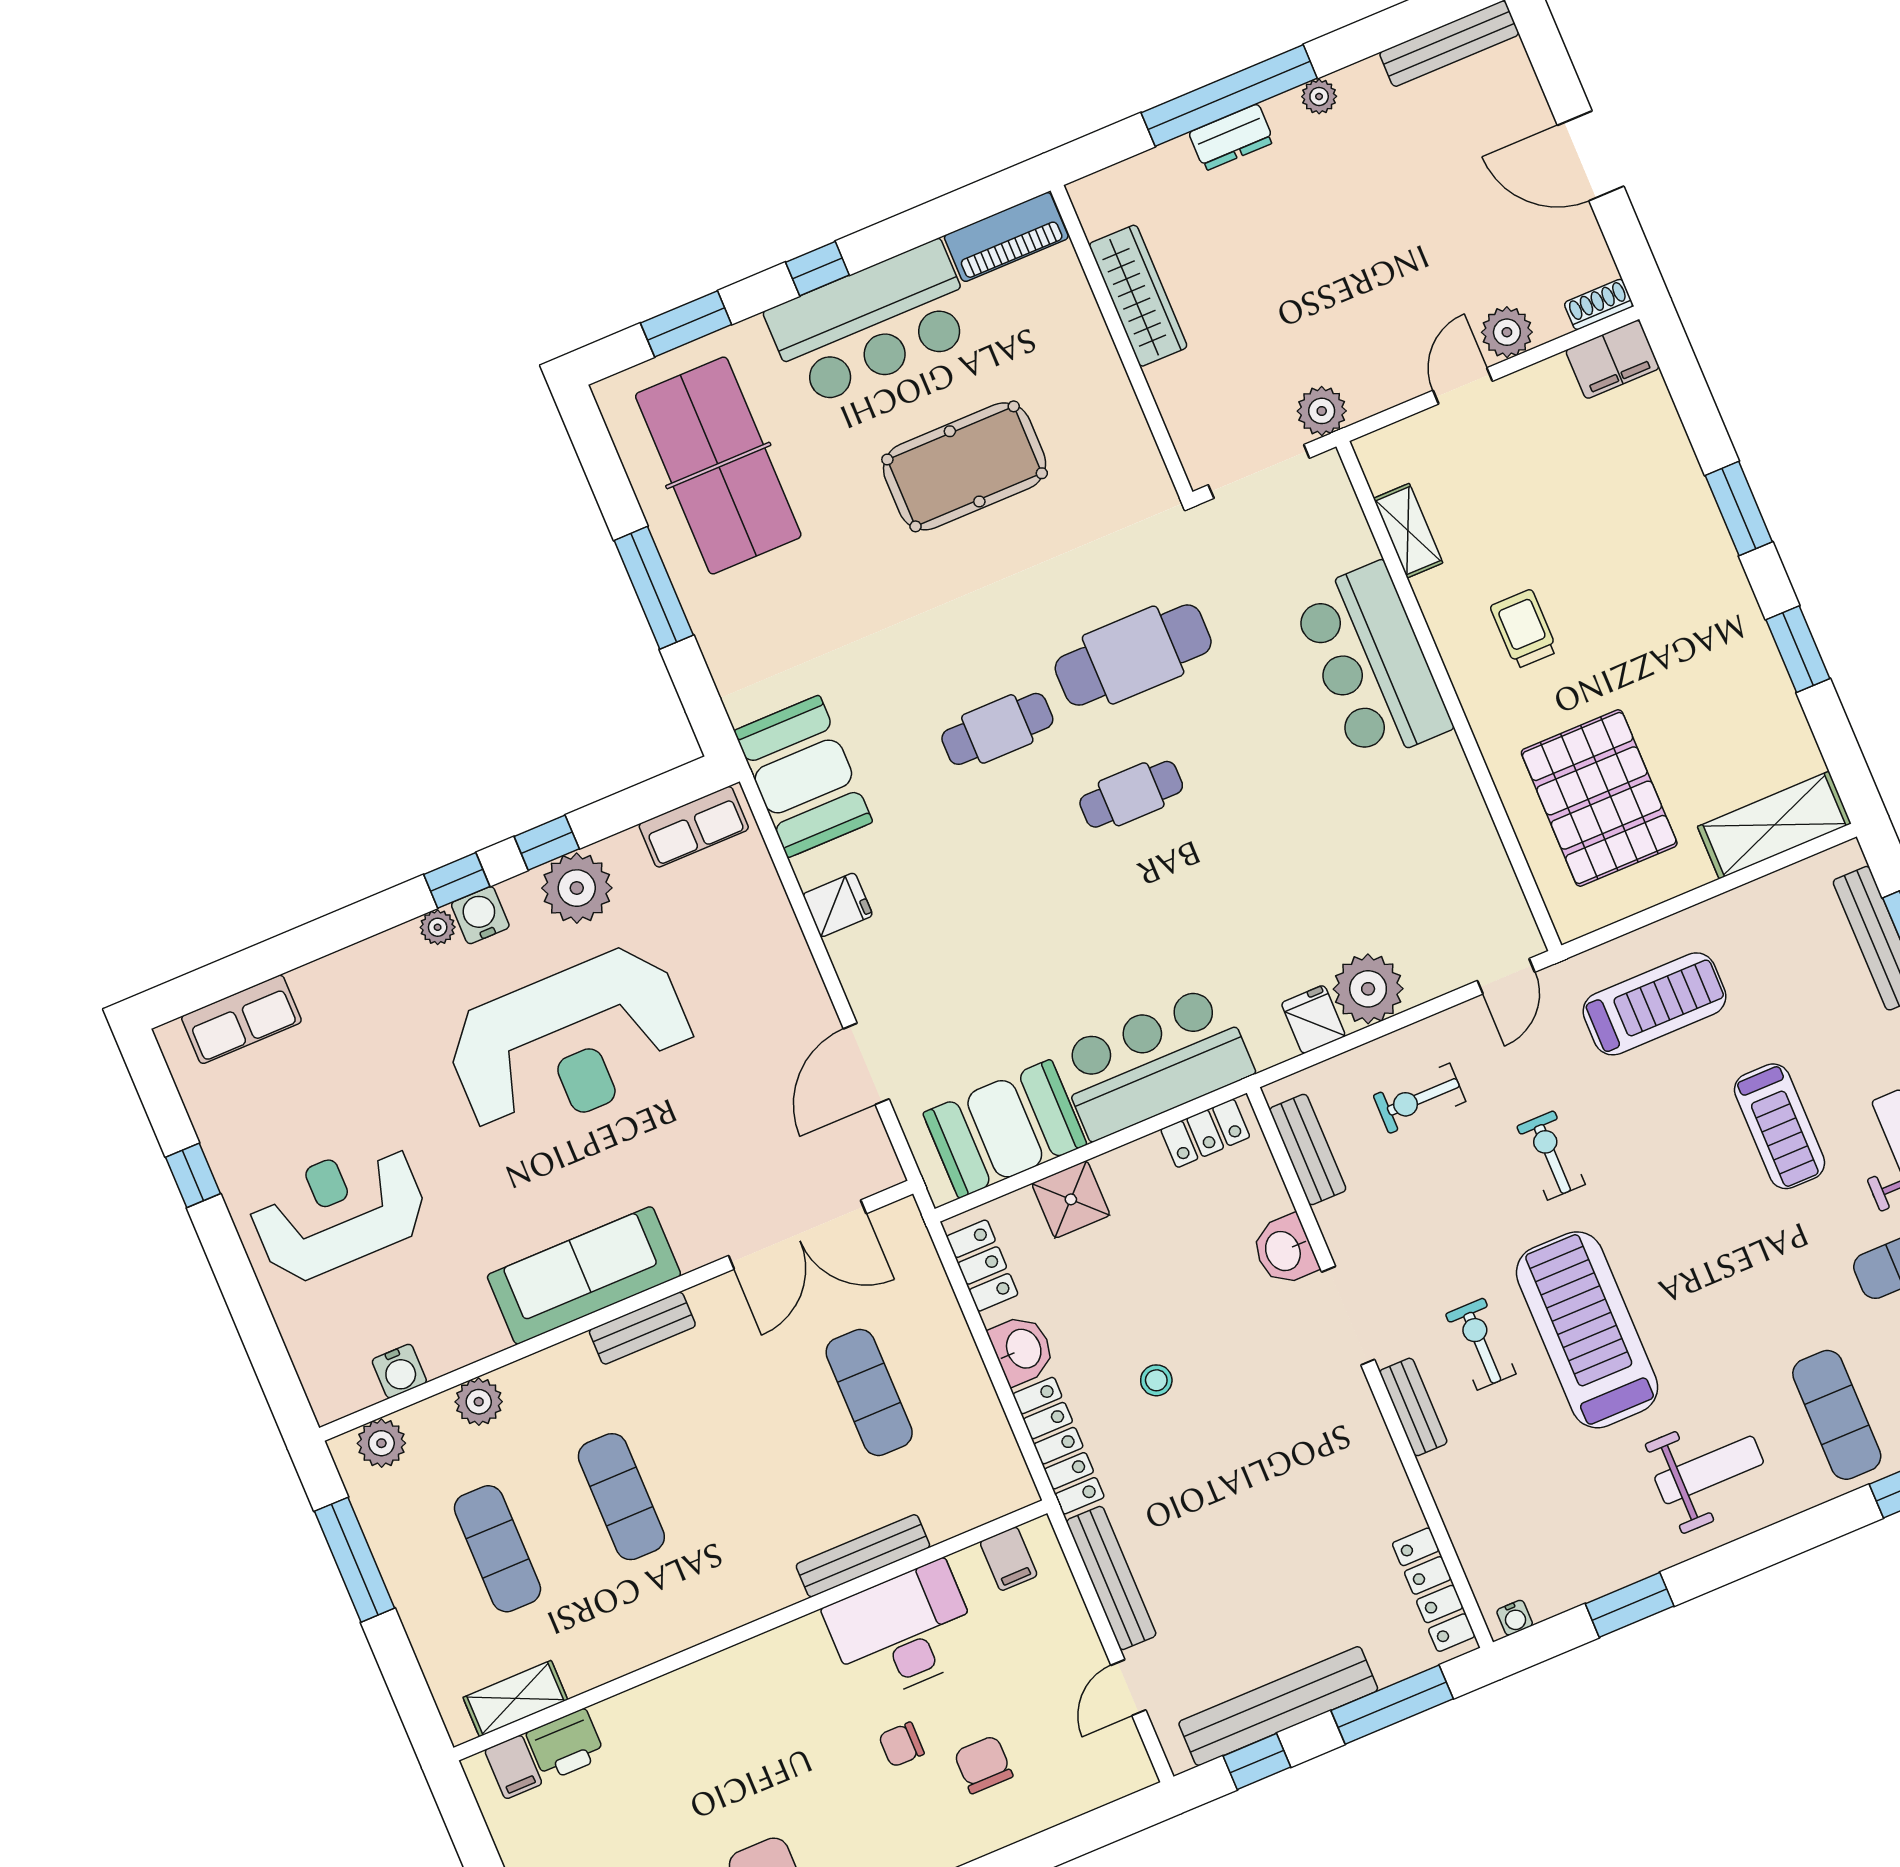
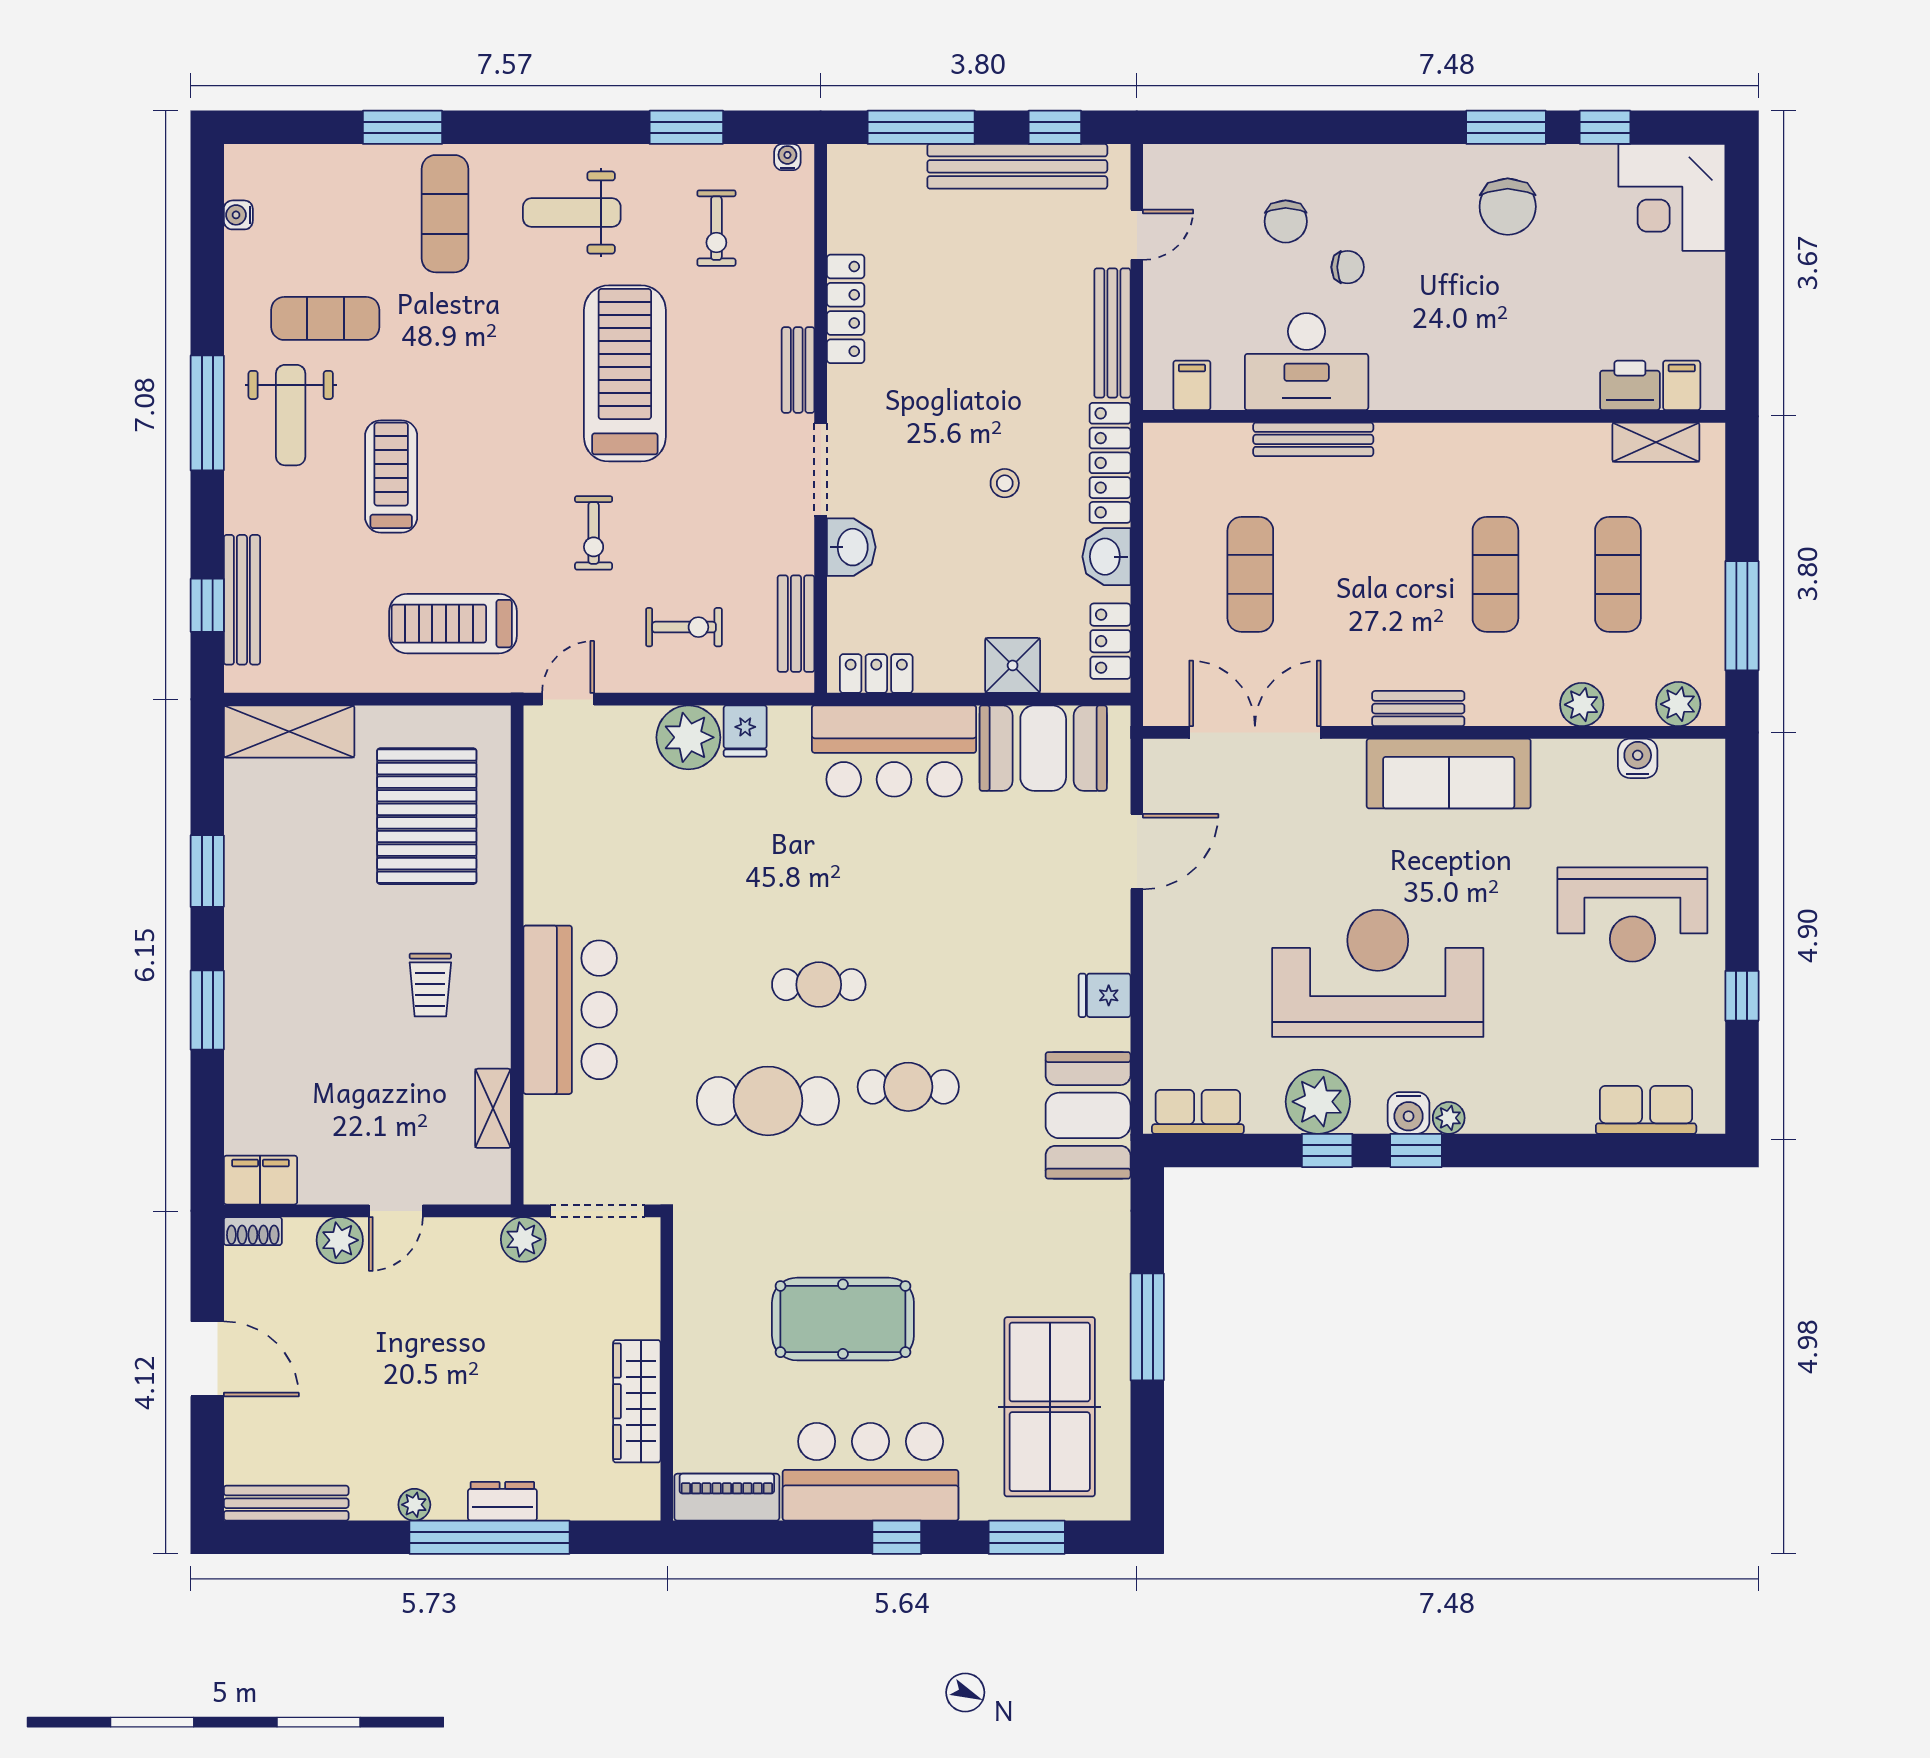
treadmill: (1587, 1330) -> (625, 373), turned 180
exercise bike: (1481, 1344) -> (716, 228), moved
locker: (1434, 1590) -> (846, 309), moved

